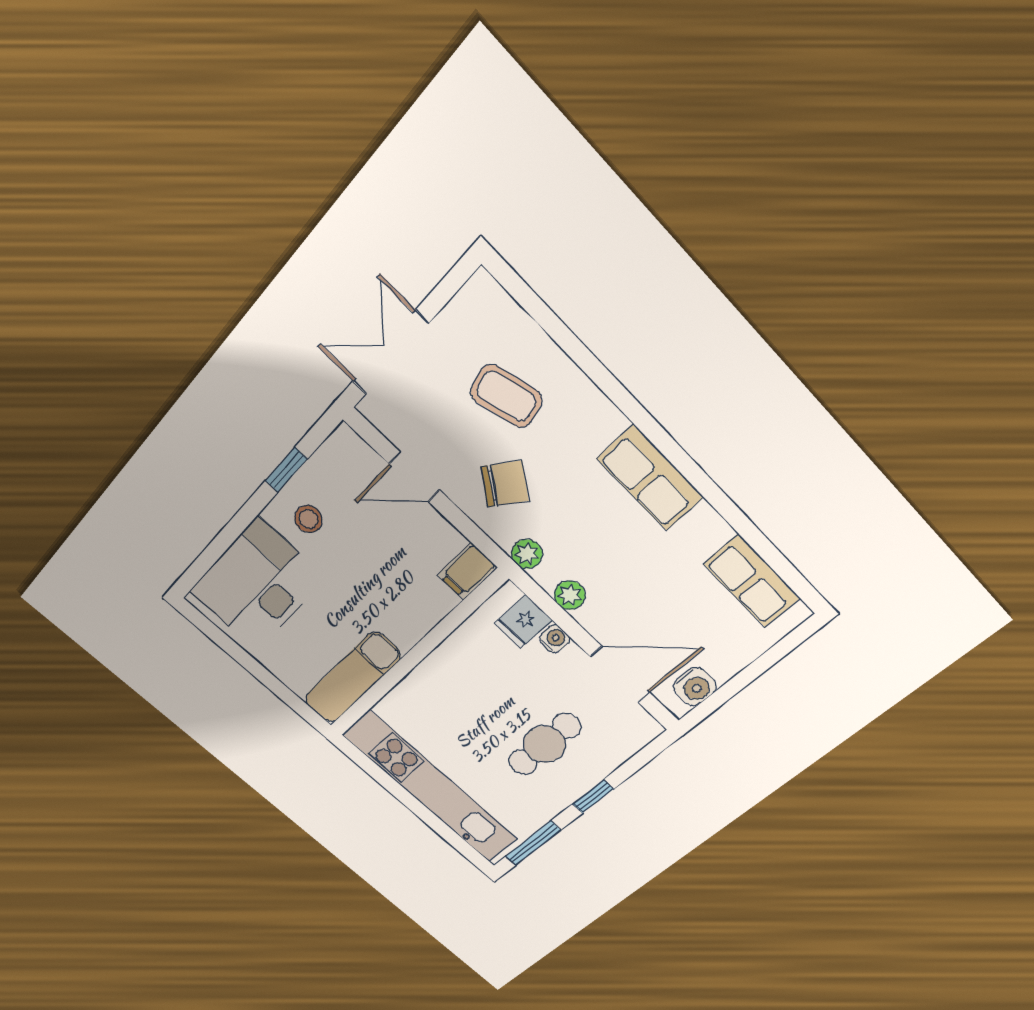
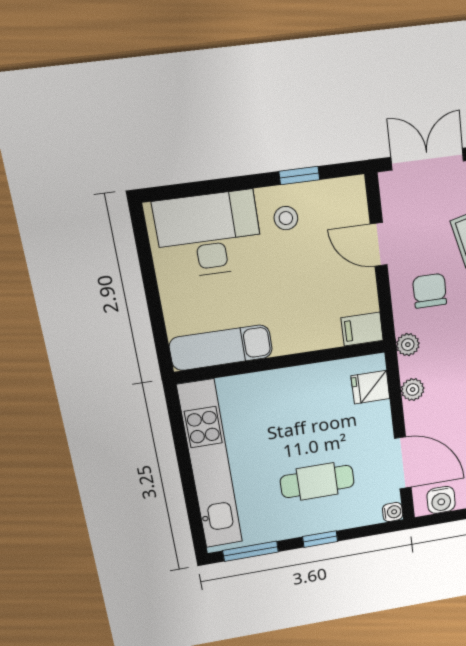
chair: (505, 484) -> (430, 291), turned -126
water cooler: (554, 639) -> (393, 512), moved

